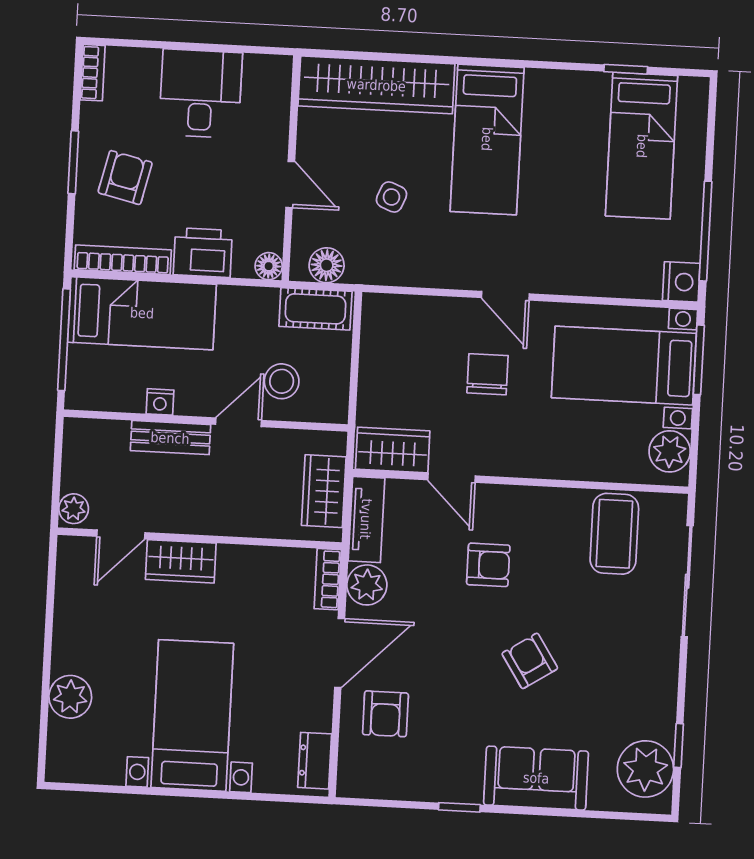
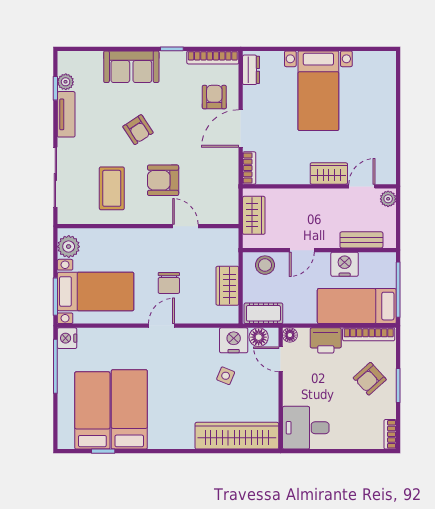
desk: (201, 94) -> (306, 428), moved, turned 90
bed: (487, 139) -> (129, 409), moved
armchair: (125, 178) -> (370, 379), turned 35
door: (290, 185) -> (281, 359), moved
nightstand: (373, 262) -> (234, 340), added
door: (505, 296) -> (161, 326), hinge flipped
stool: (282, 381) -> (265, 265), moved
nightstand: (160, 402) -> (345, 264), width x1.89, depth x1.79
bench: (170, 438) -> (361, 240), moved
wardrobe: (393, 450) -> (227, 286), moved, turned 90
tv unit: (366, 519) -> (66, 114), moved, turned 180
coffee table: (614, 534) -> (112, 188), moved
armchair: (488, 565) -> (163, 180), width x1.38, depth x1.38
plant: (367, 585) -> (228, 166), removed
plant: (70, 697) -> (385, 97), removed
plant: (645, 769) -> (66, 82), width x0.53, depth x0.53
bookcase: (384, 787) -> (213, 57), added

